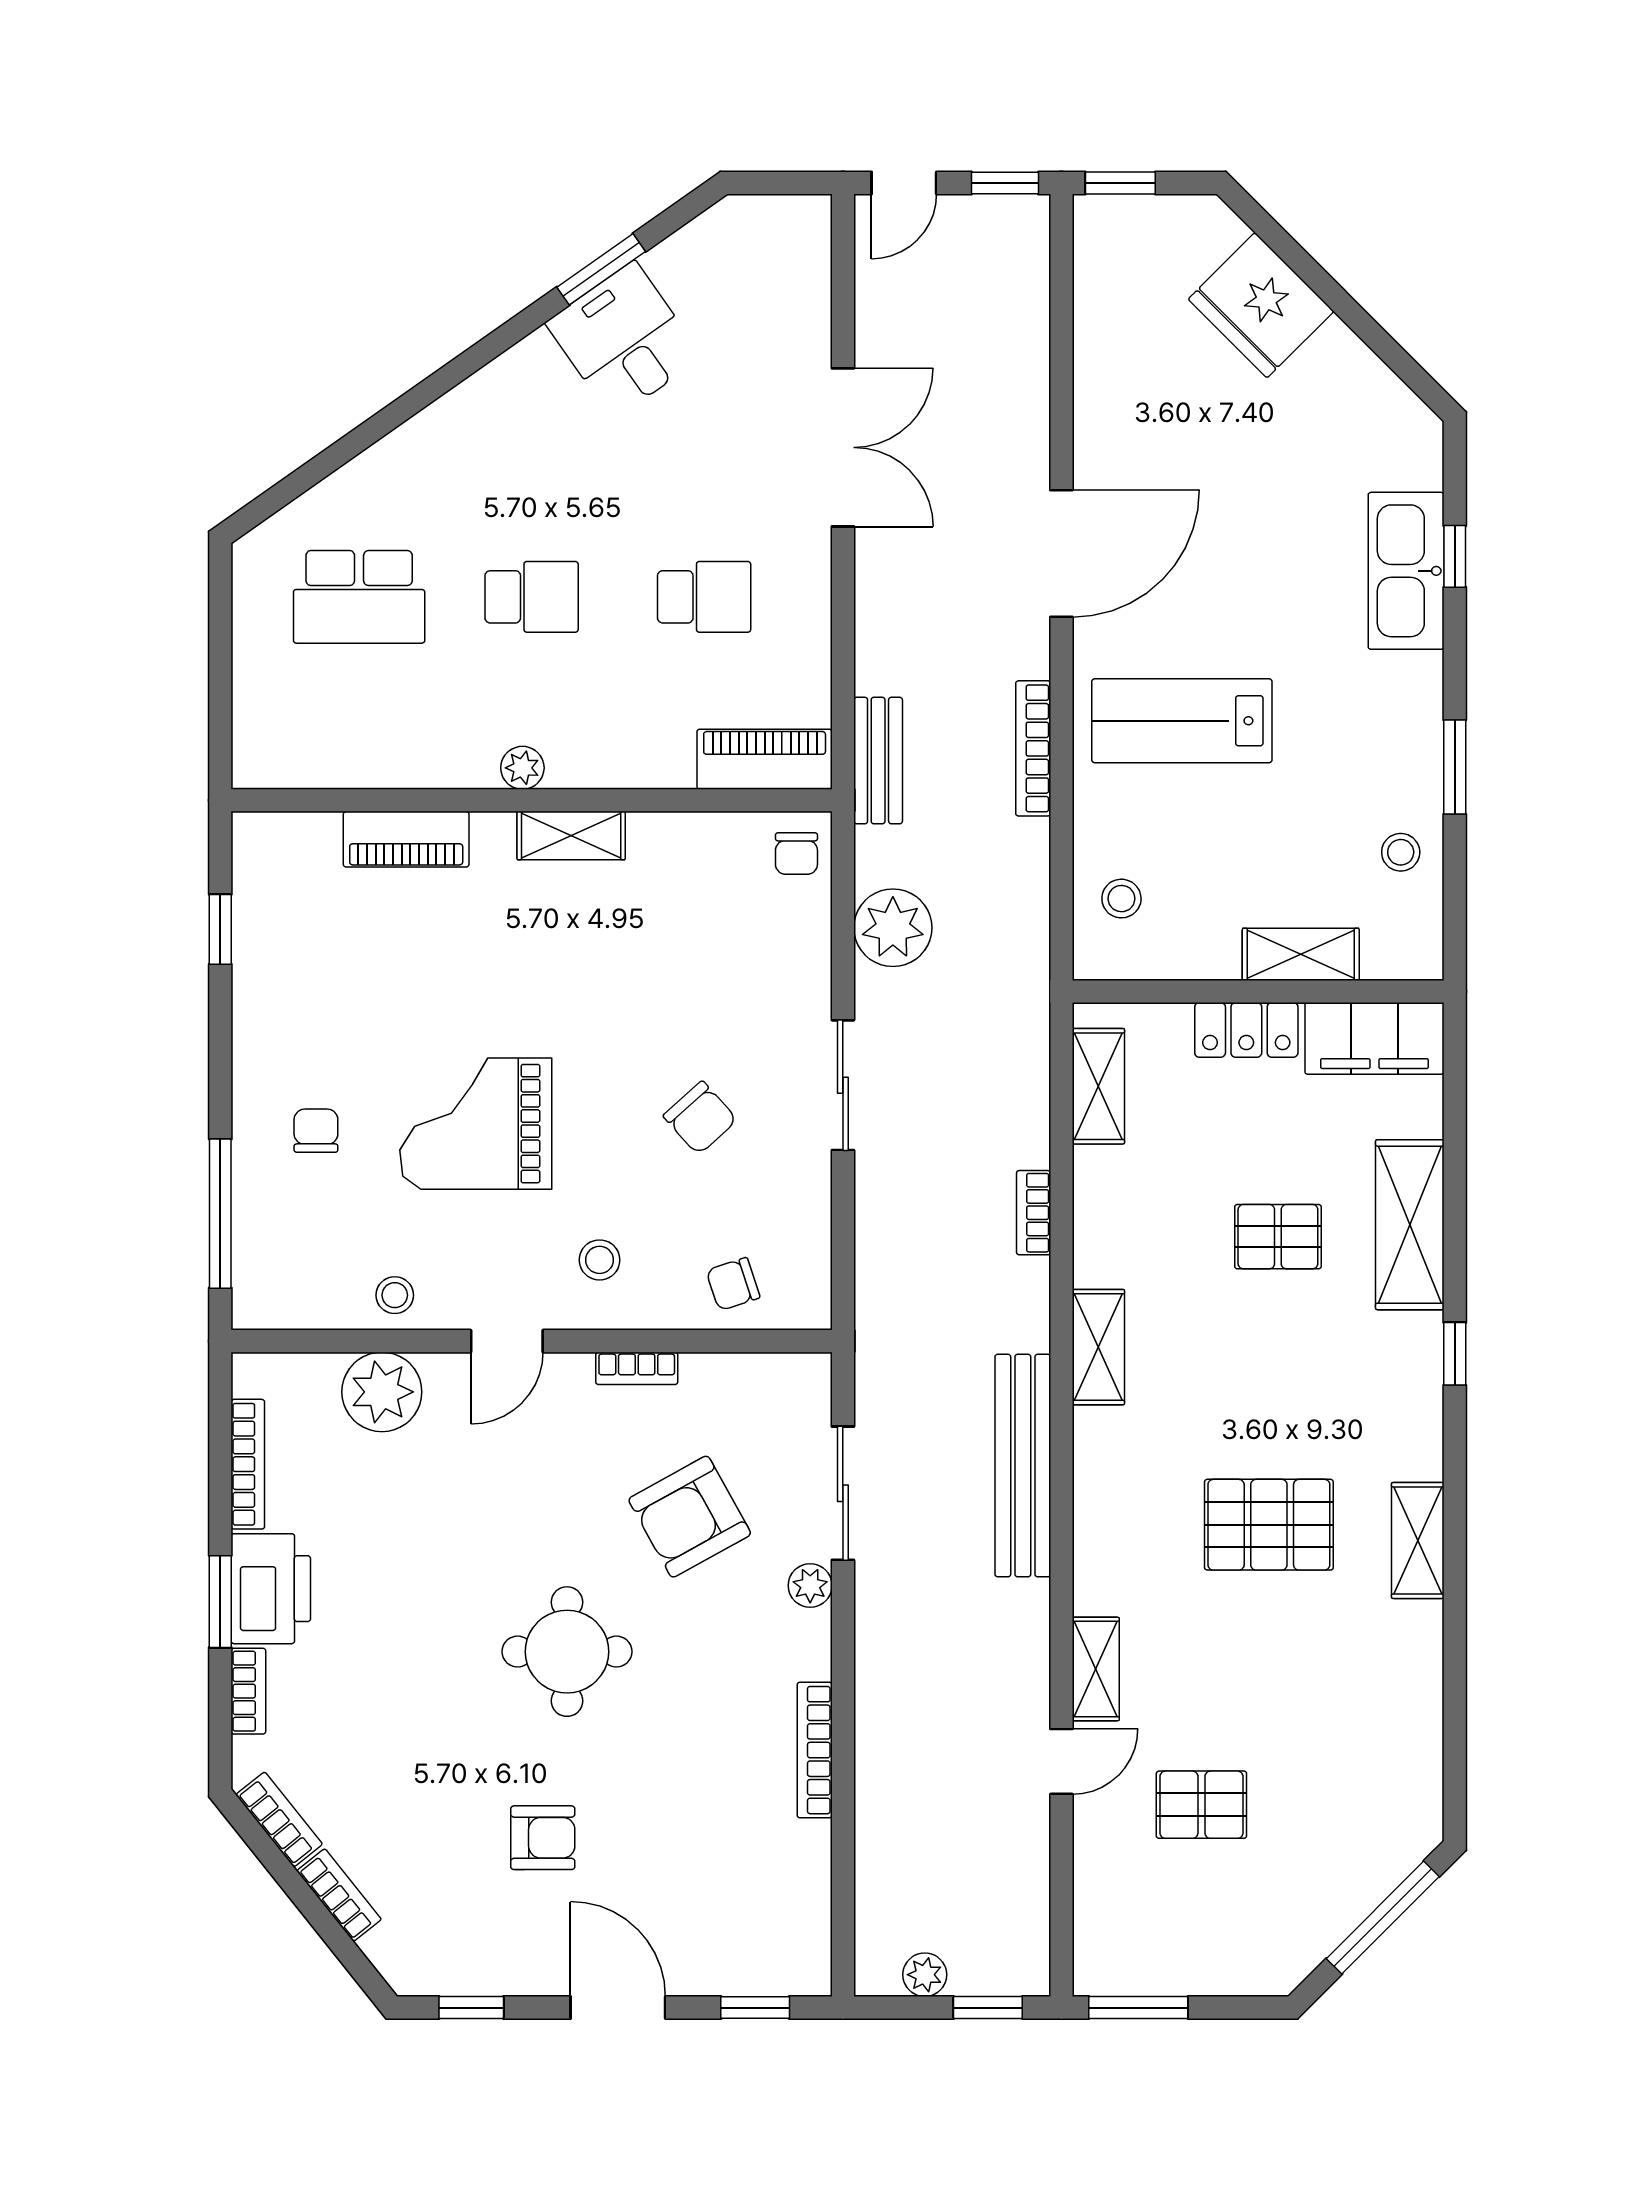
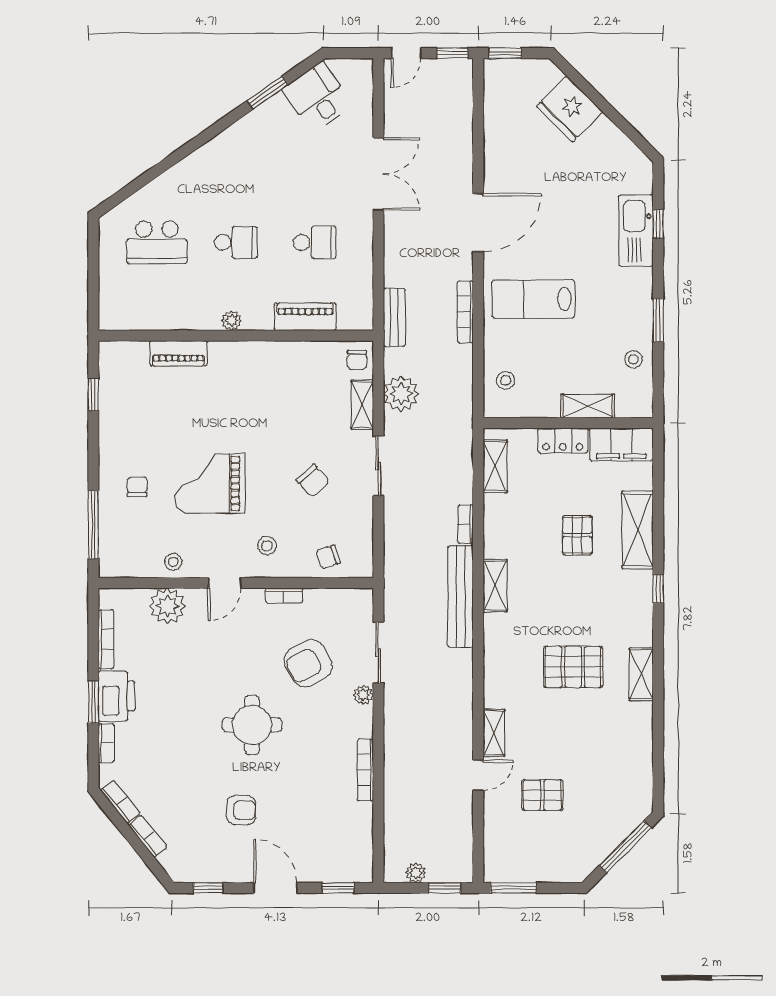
desk: (624, 340) -> (318, 97), moved
piano: (765, 759) -> (305, 317), moved
shelving: (571, 836) -> (362, 405), moved, turned 90
pallet: (1278, 1237) -> (577, 535), turned 90
bench: (1023, 1466) -> (461, 596), moved

